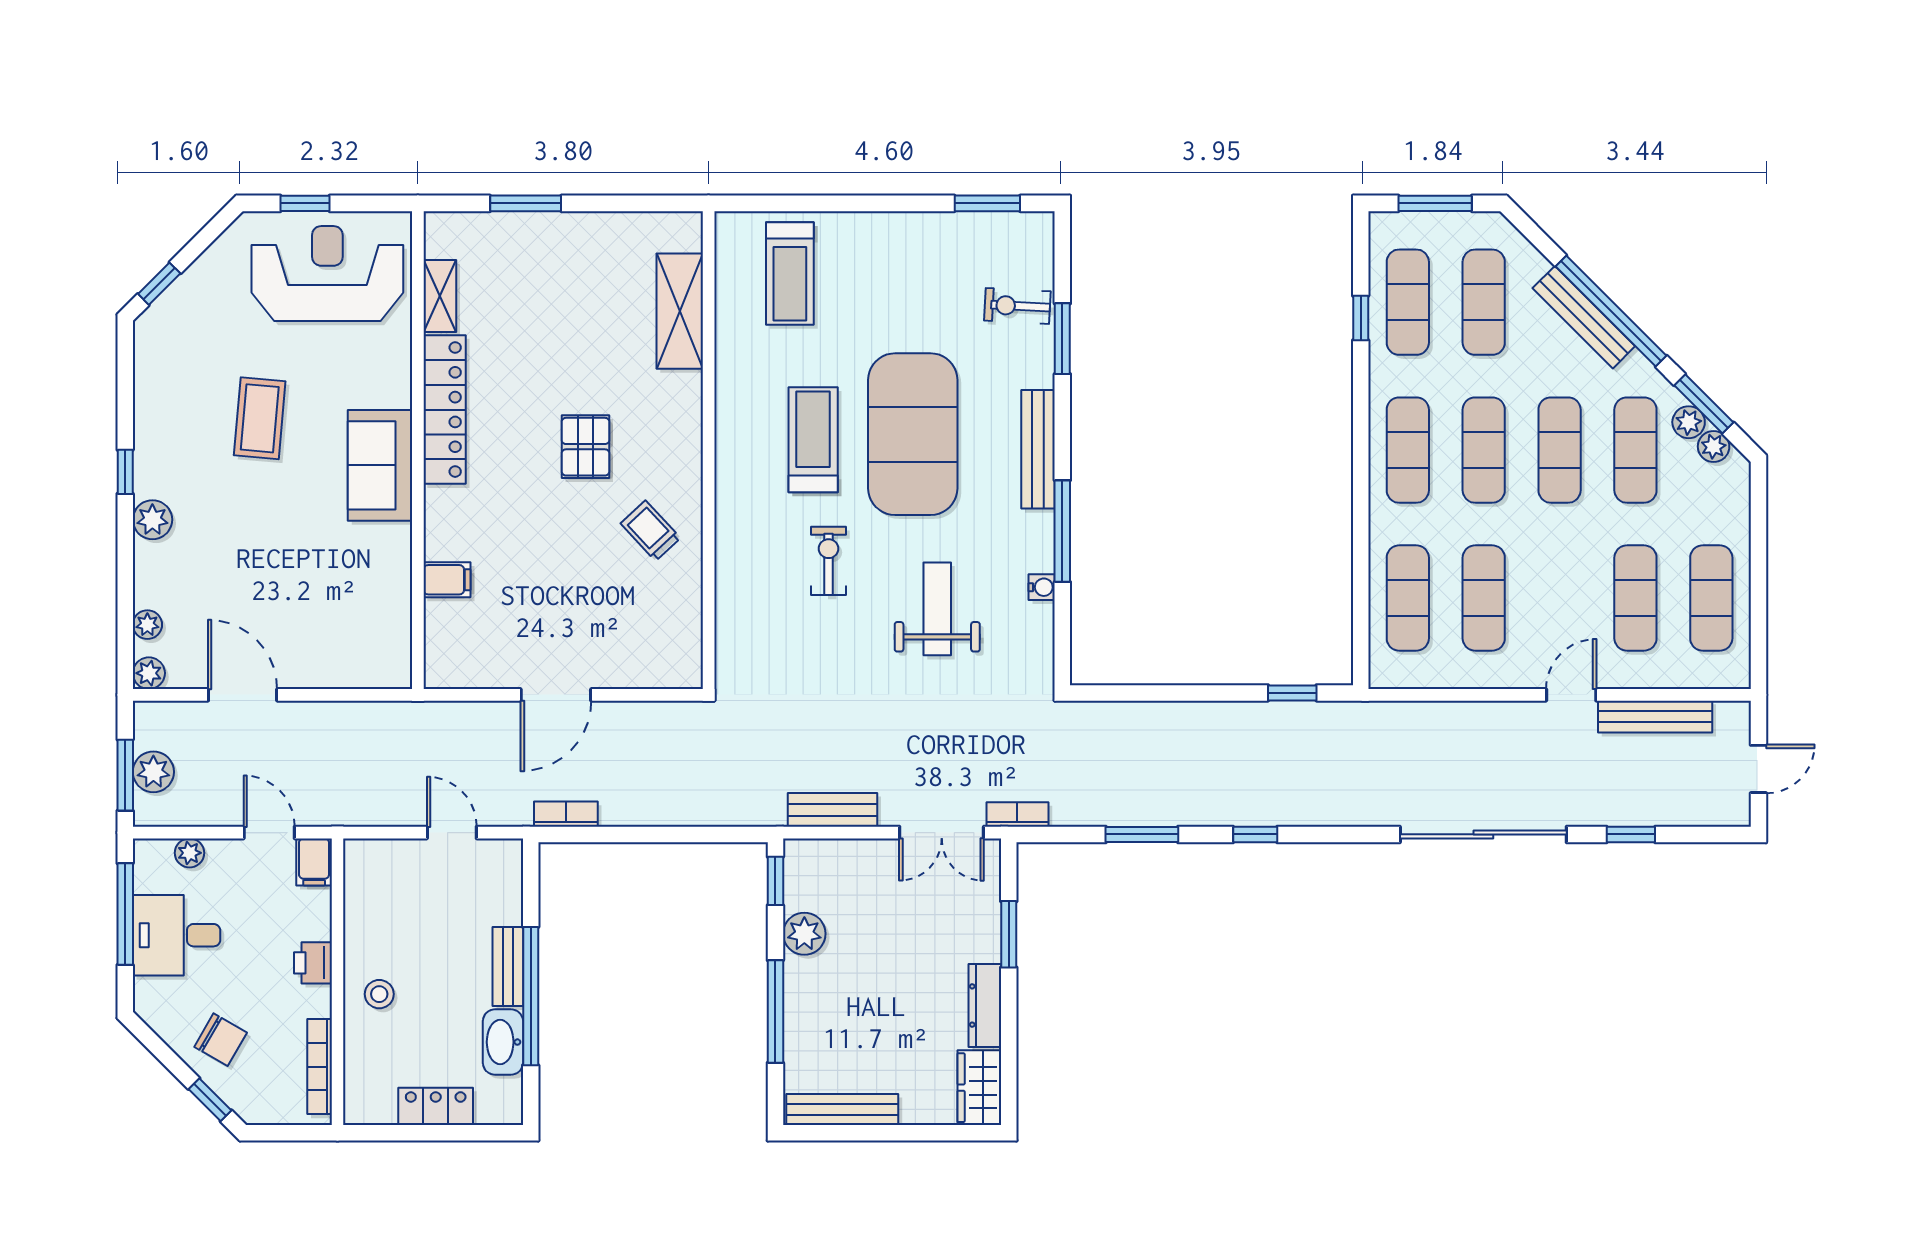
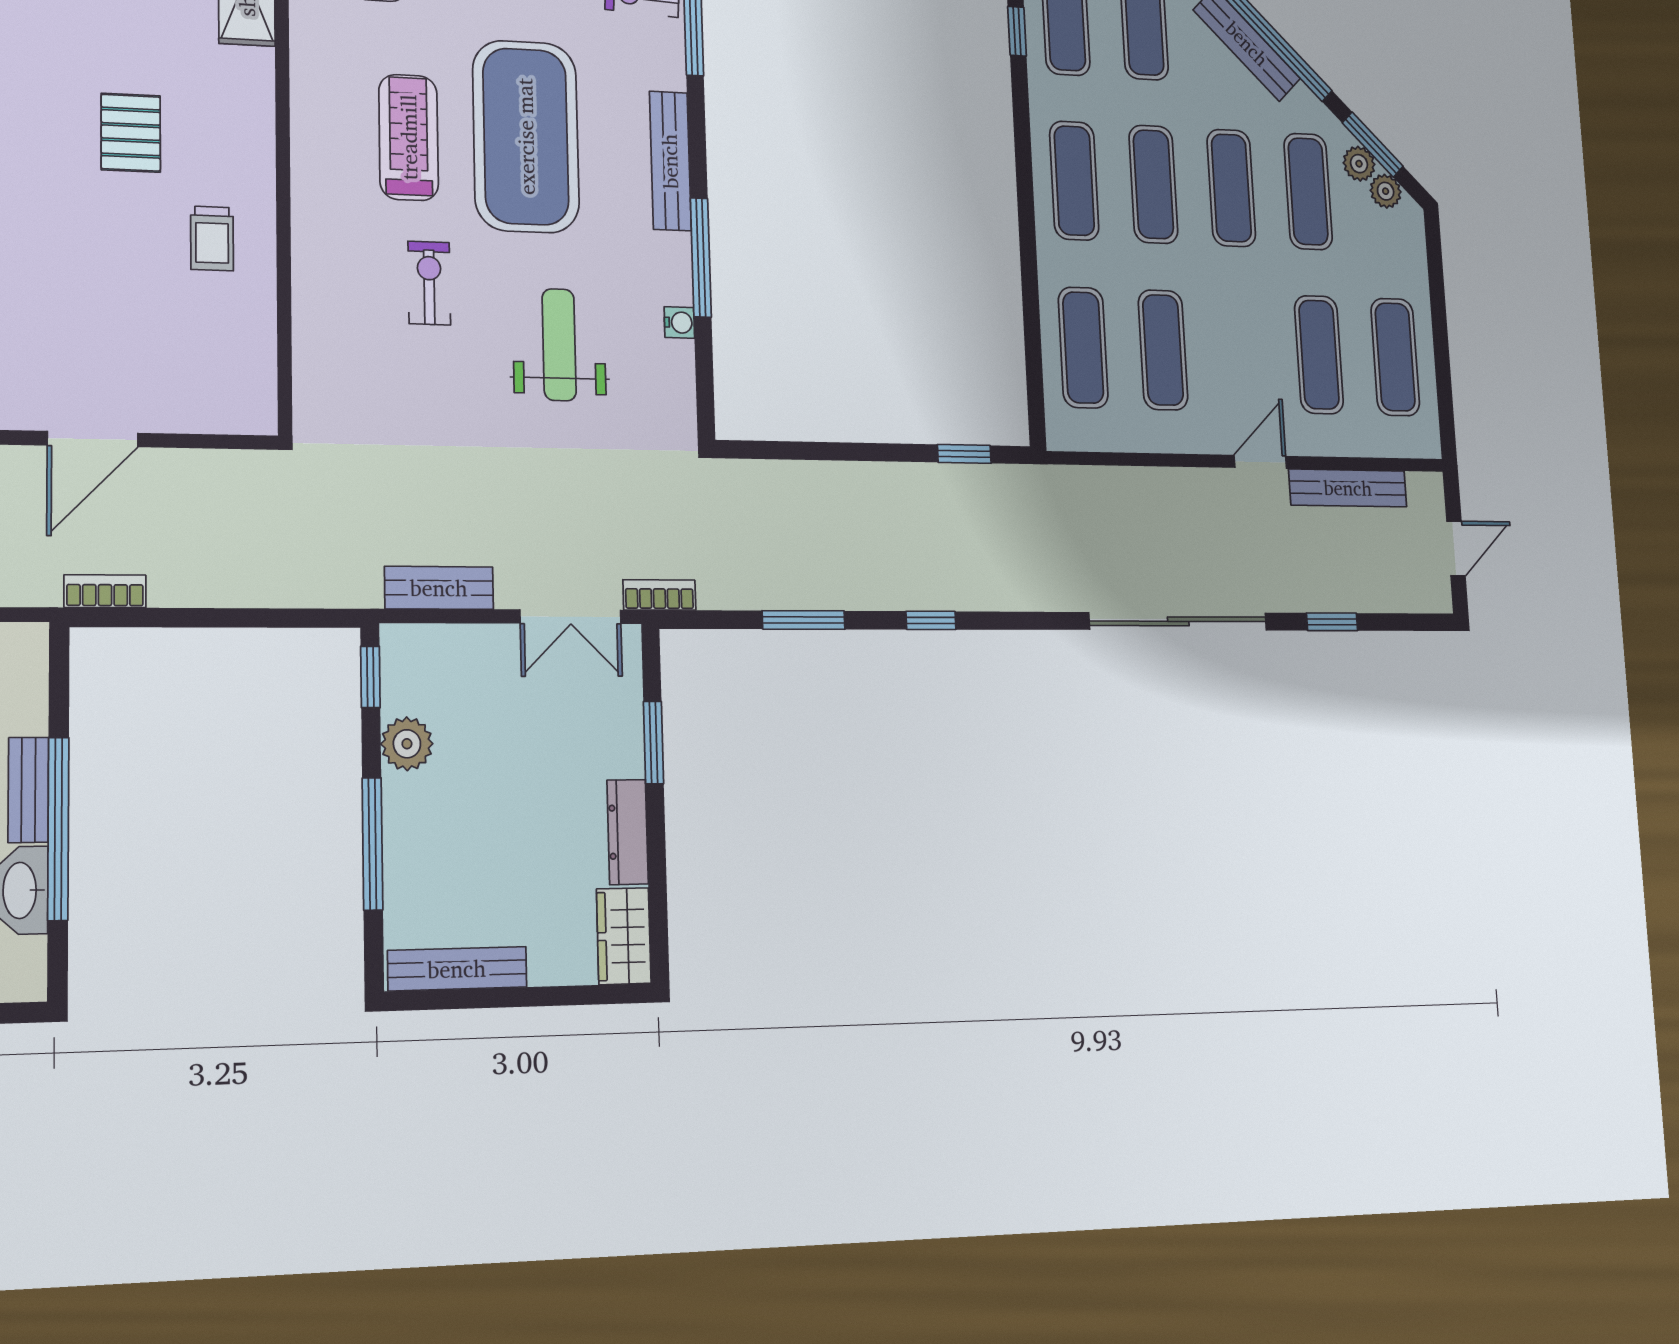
trolley: (651, 531) -> (212, 239), turned -137

